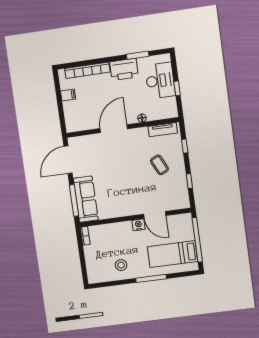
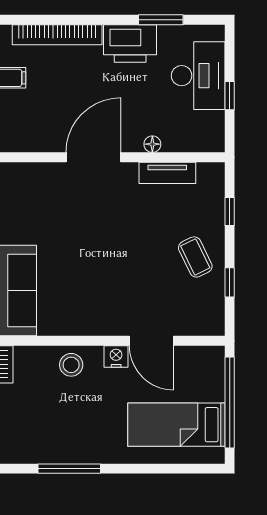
tv unit: (163, 130) -> (167, 173), moved
coffee table: (159, 165) -> (195, 257), moved
stool: (121, 265) -> (71, 365), moved
window: (151, 278) -> (69, 469), moved

